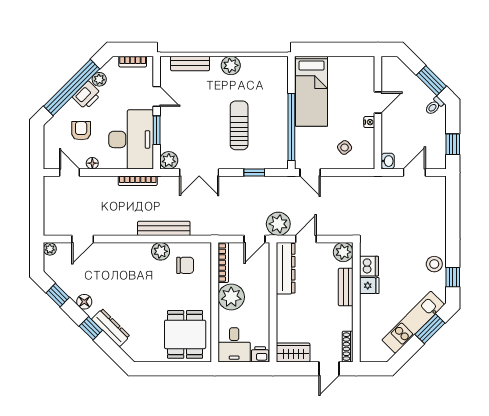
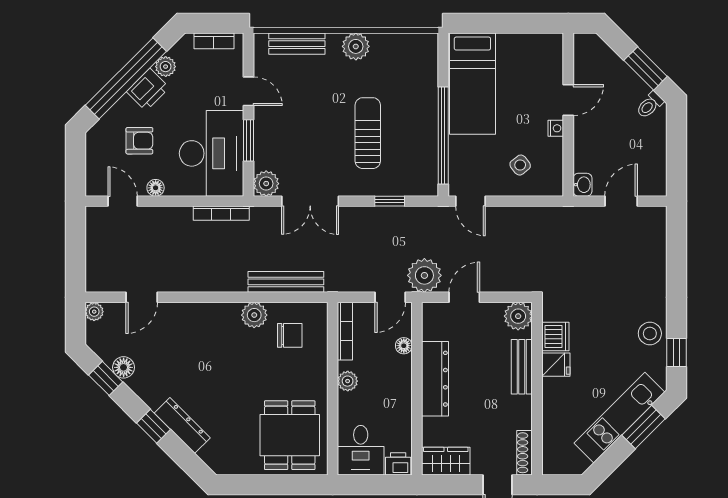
armchair: (81, 131) -> (139, 141), turned 90
window: (453, 144) -> (676, 160), removed
bench: (164, 228) -> (286, 282), moved
dresser: (286, 268) -> (435, 379), moved
floor lamp: (264, 273) -> (404, 346), added
plant: (231, 297) -> (348, 381), width x0.53, depth x0.53
floor lamp: (84, 302) -> (124, 367), moved

